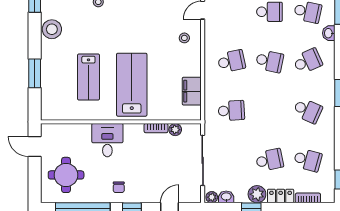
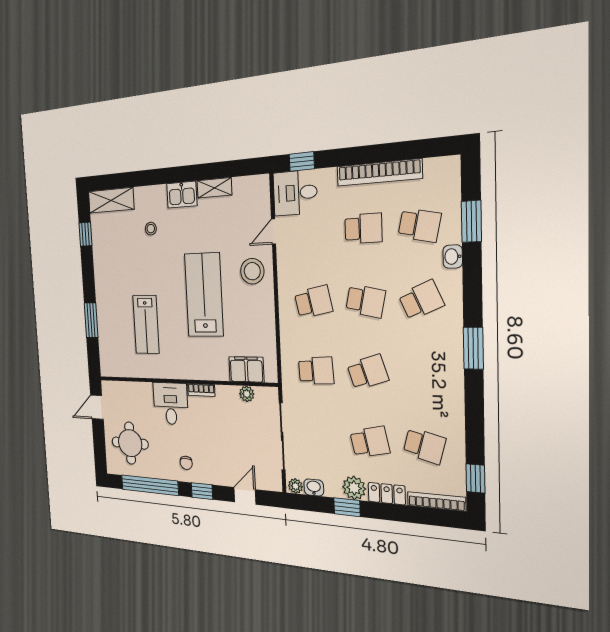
stool: (52, 29) -> (105, 266), removed
stool: (184, 38) -> (252, 271), width x1.89, depth x1.89
lab bench: (132, 85) -> (204, 295), moved
filing cabinet: (192, 91) -> (246, 369), moved, turned 90
school desk: (308, 111) -> (368, 372), moved, turned -42
bookcase: (156, 128) -> (201, 390), moved
door: (35, 147) -> (97, 407), hinge flipped
bookcase: (308, 198) -> (436, 501), width x1.56

